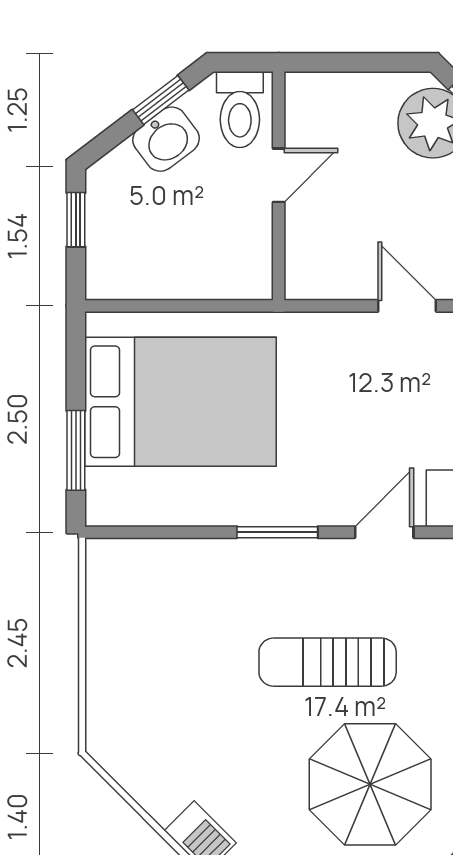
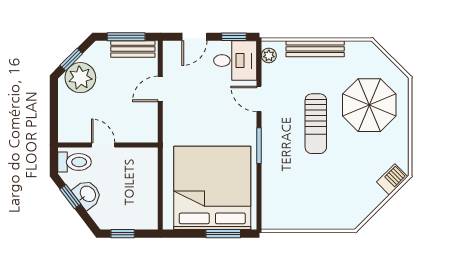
bed: (181, 402) -> (212, 188), width x1.36

